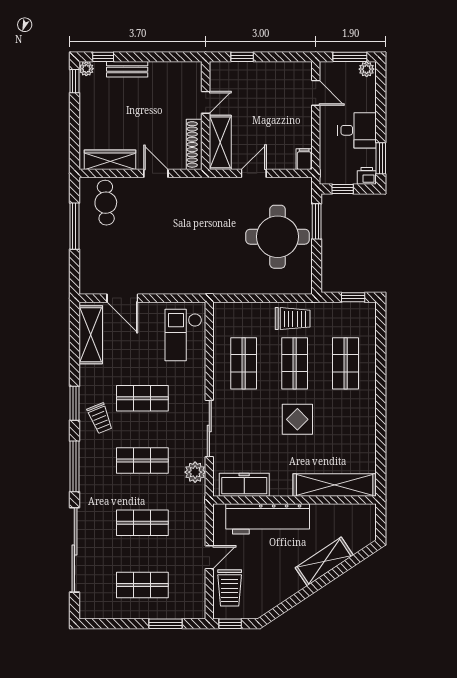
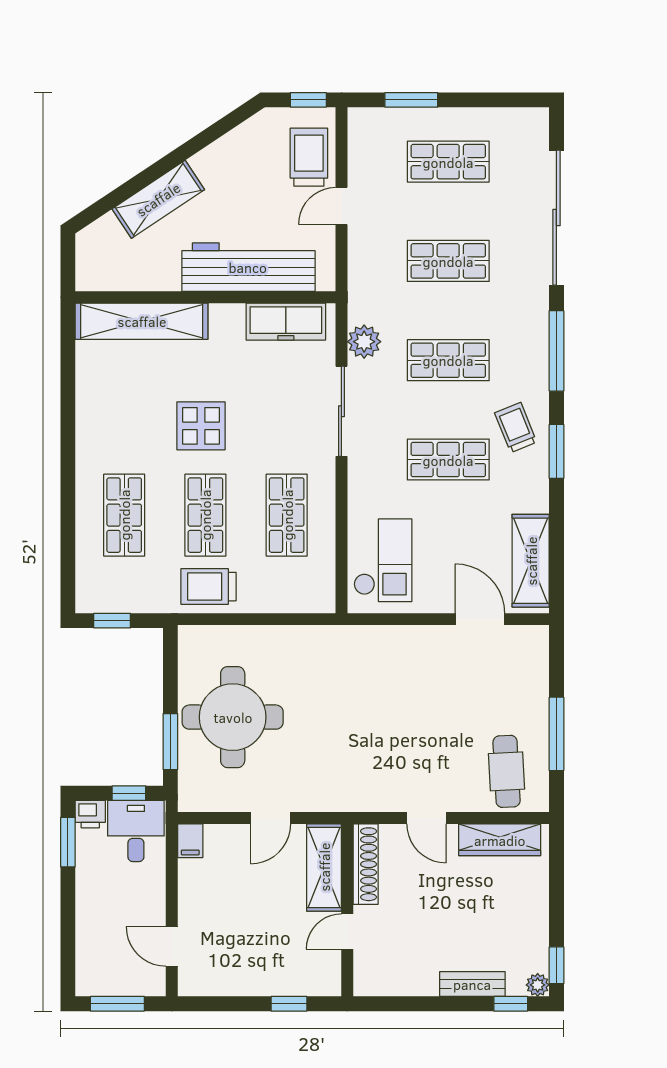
plant: (367, 69) -> (91, 984), removed
desk: (357, 130) -> (136, 831), moved, turned 90

